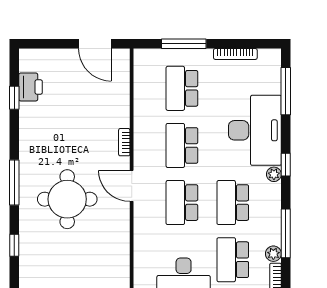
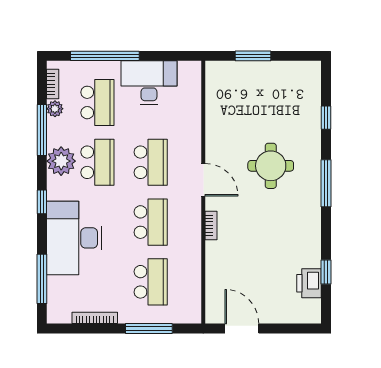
plant: (274, 174) -> (61, 161), moved, width x1.87, depth x1.87
round table: (67, 199) -> (271, 166), width x0.73, depth x0.73

